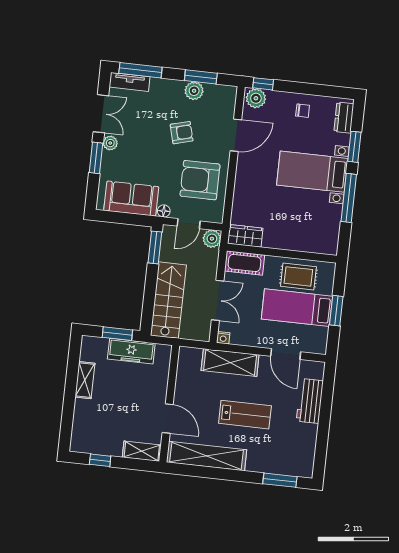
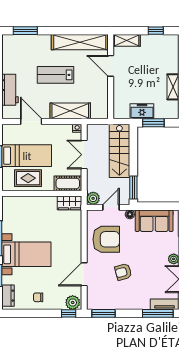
window: (201, 77) -> (103, 313), moved
plant: (194, 91) -> (118, 303), removed
freezer: (131, 351) -> (142, 111), width x0.71

